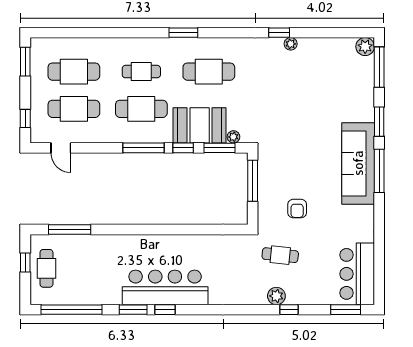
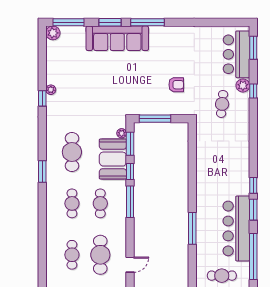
cafe table: (74, 72) -> (72, 255), width x0.73, depth x0.74
cafe table: (141, 109) -> (100, 203), width x0.73, depth x0.74
sofa: (358, 163) -> (117, 38), moved
window: (70, 230) -> (192, 228), moved
cafe table: (280, 255) -> (222, 104), moved
bar counter: (357, 274) -> (236, 54), moved, turned 90
bar counter: (165, 287) -> (236, 228), moved
plant: (276, 296) -> (243, 86), moved

